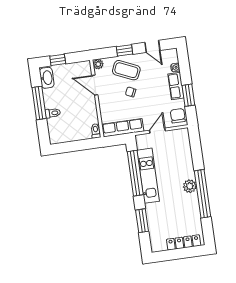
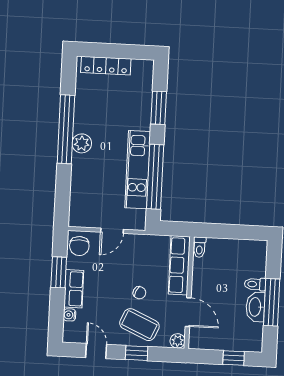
washbasin: (47, 78) -> (255, 307), moved
row of seats: (123, 128) -> (179, 265), moved, turned 90

